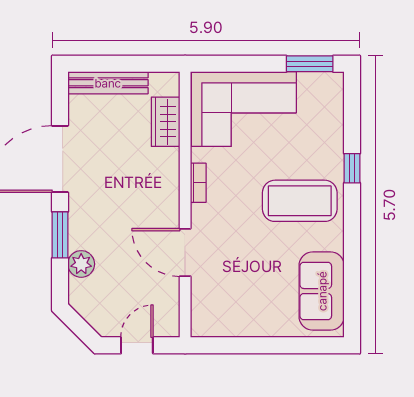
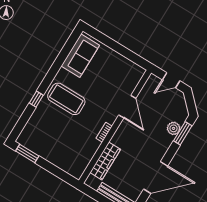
corner sofa: (244, 109) -> (66, 151), removed
wardrobe: (166, 122) -> (105, 161), width x1.50
window: (60, 235) -> (183, 133), moved

